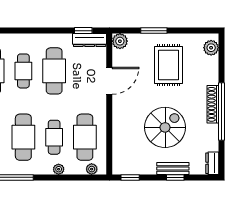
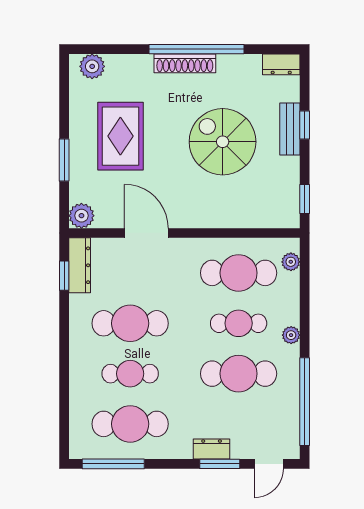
rug: (169, 65) -> (120, 136), turned 90
plant: (59, 169) -> (291, 335), moved

